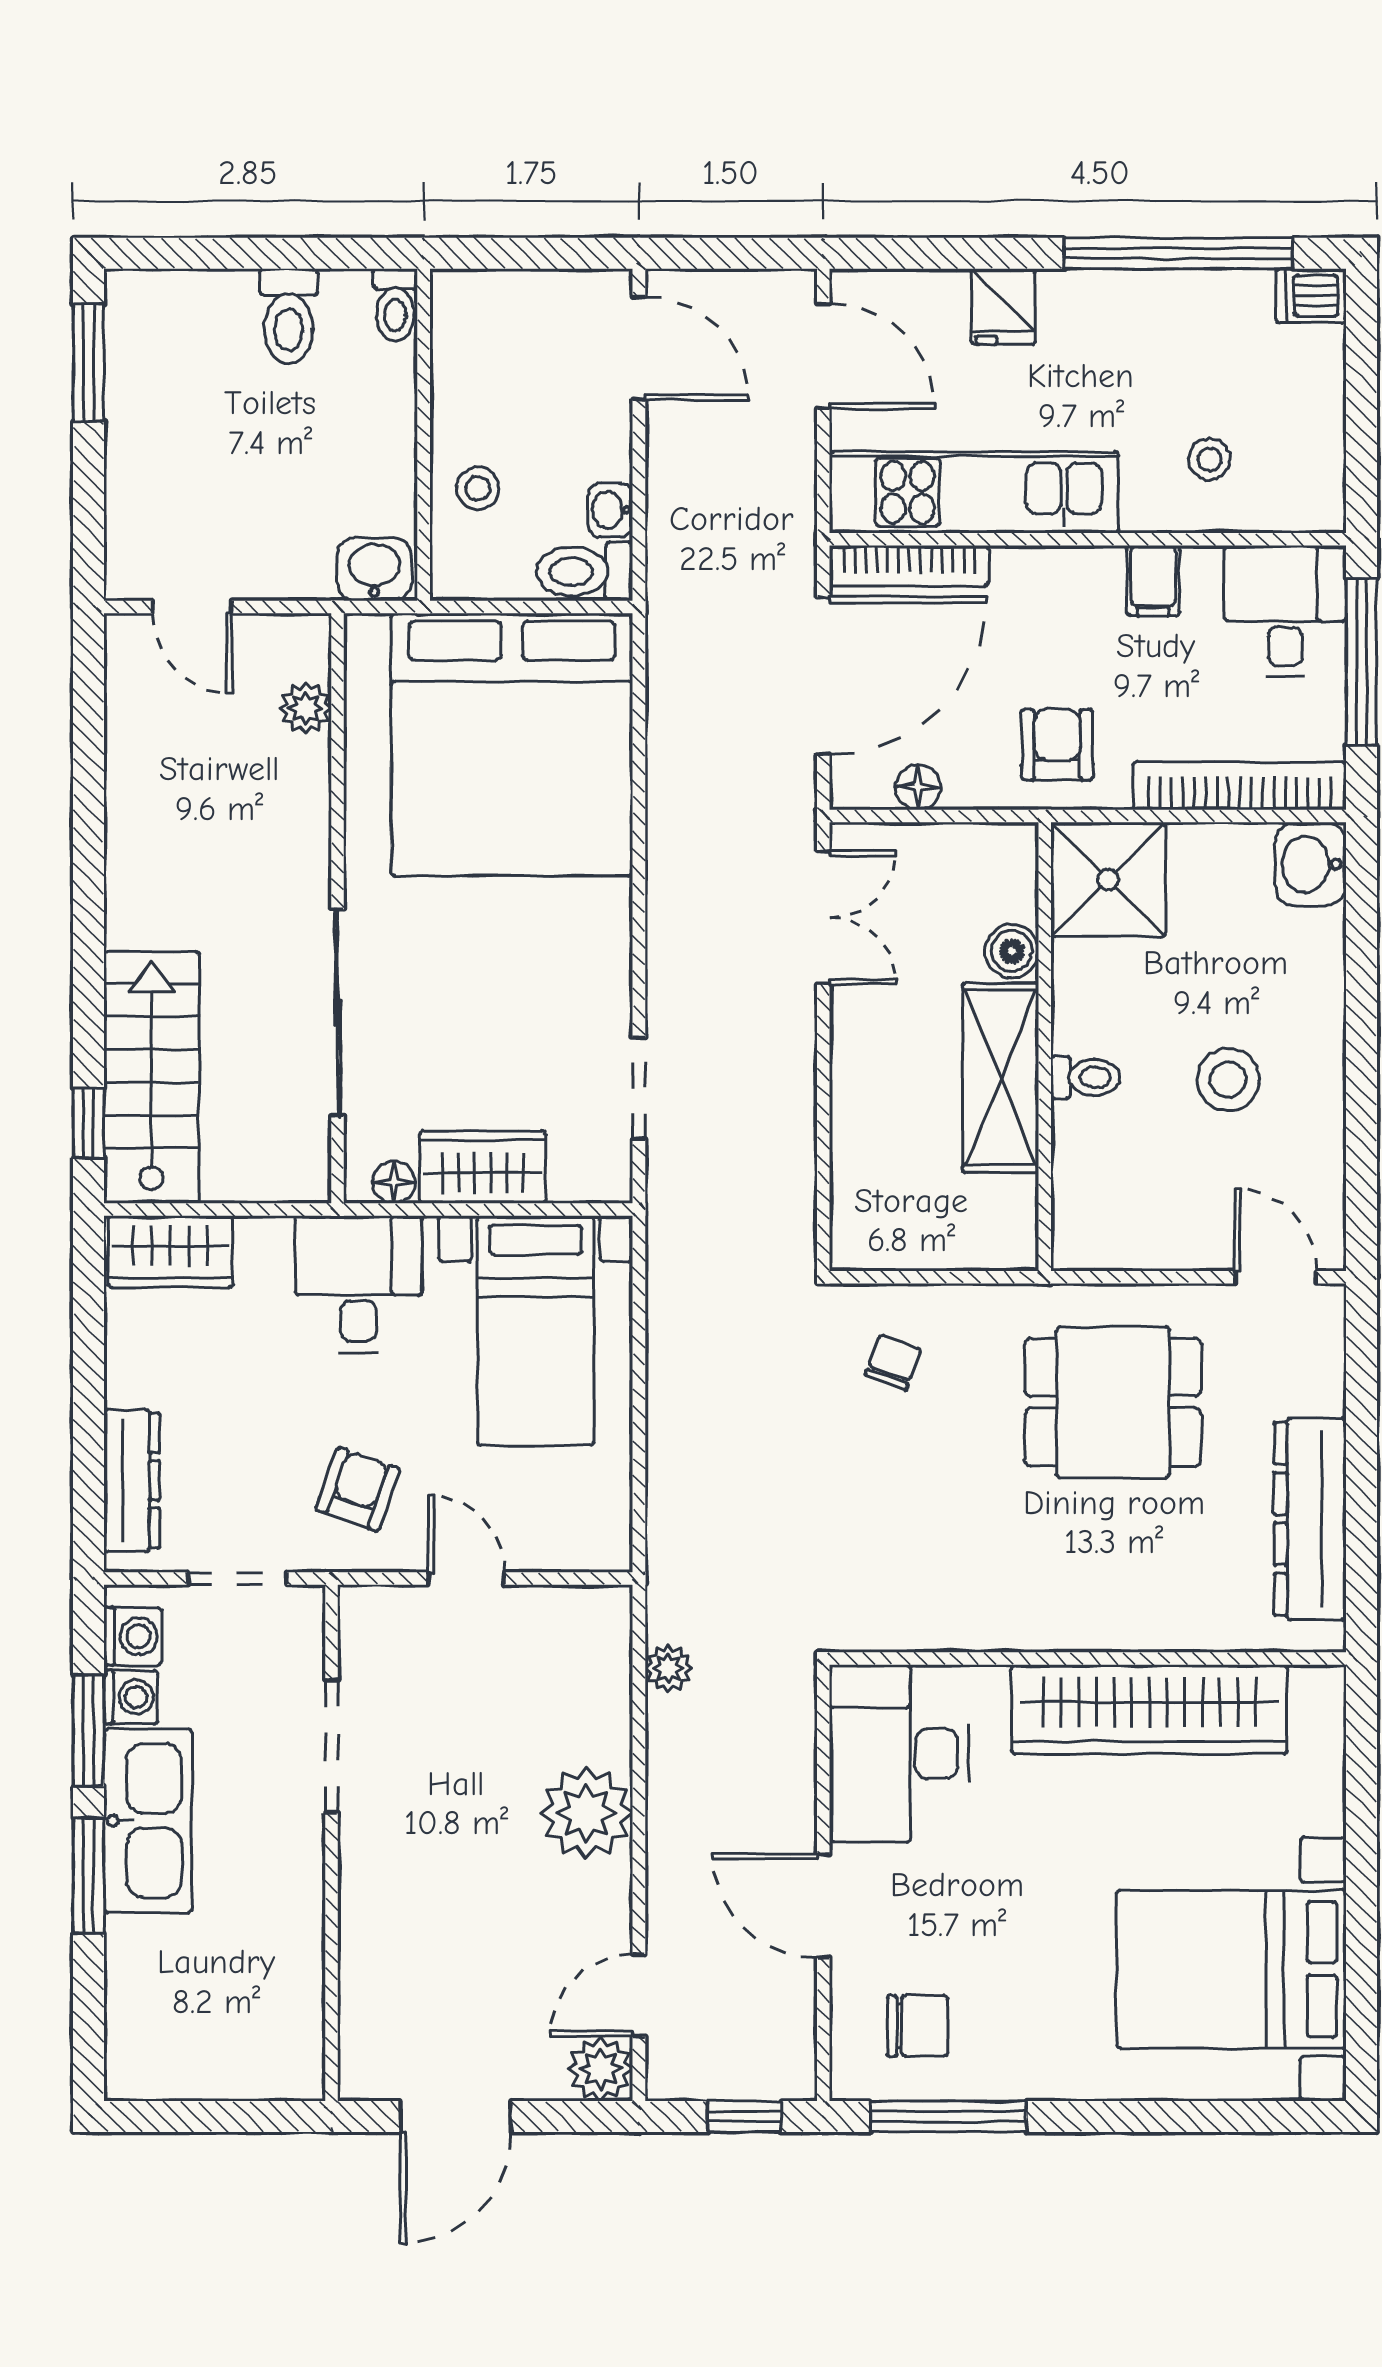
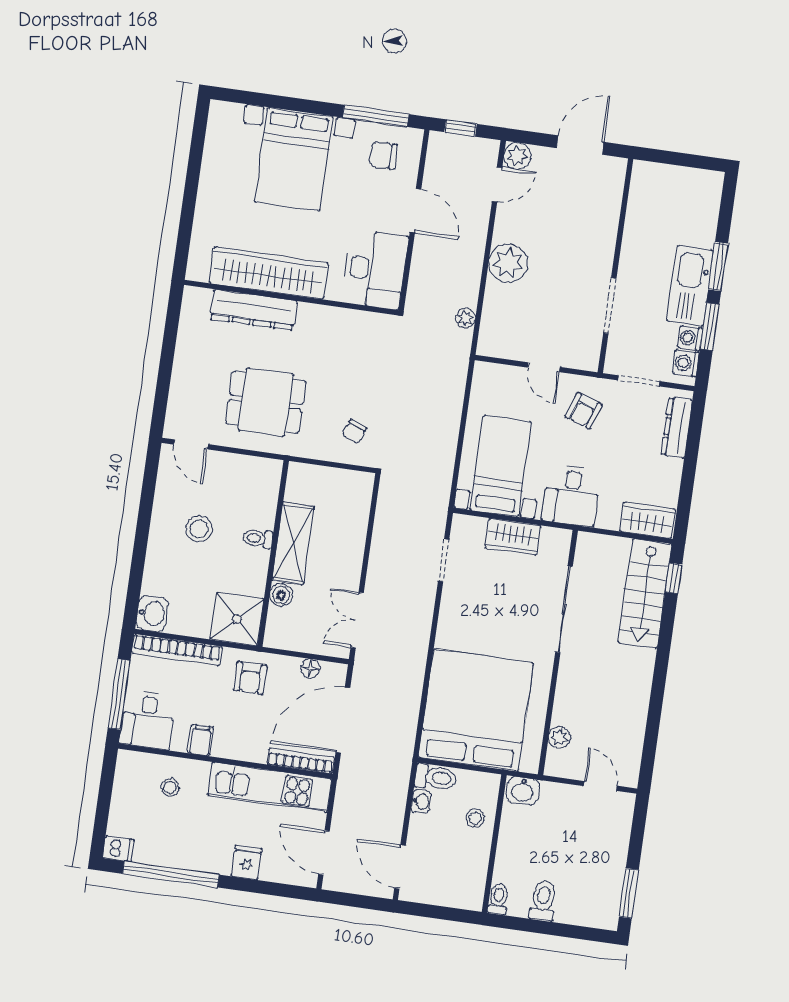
floor lamp: (394, 1182) -> (551, 536), removed
dresser: (1310, 1519) -> (253, 310), moved, turned 90
bed with nightstands: (1231, 1969) -> (294, 159), moved, turned 90

